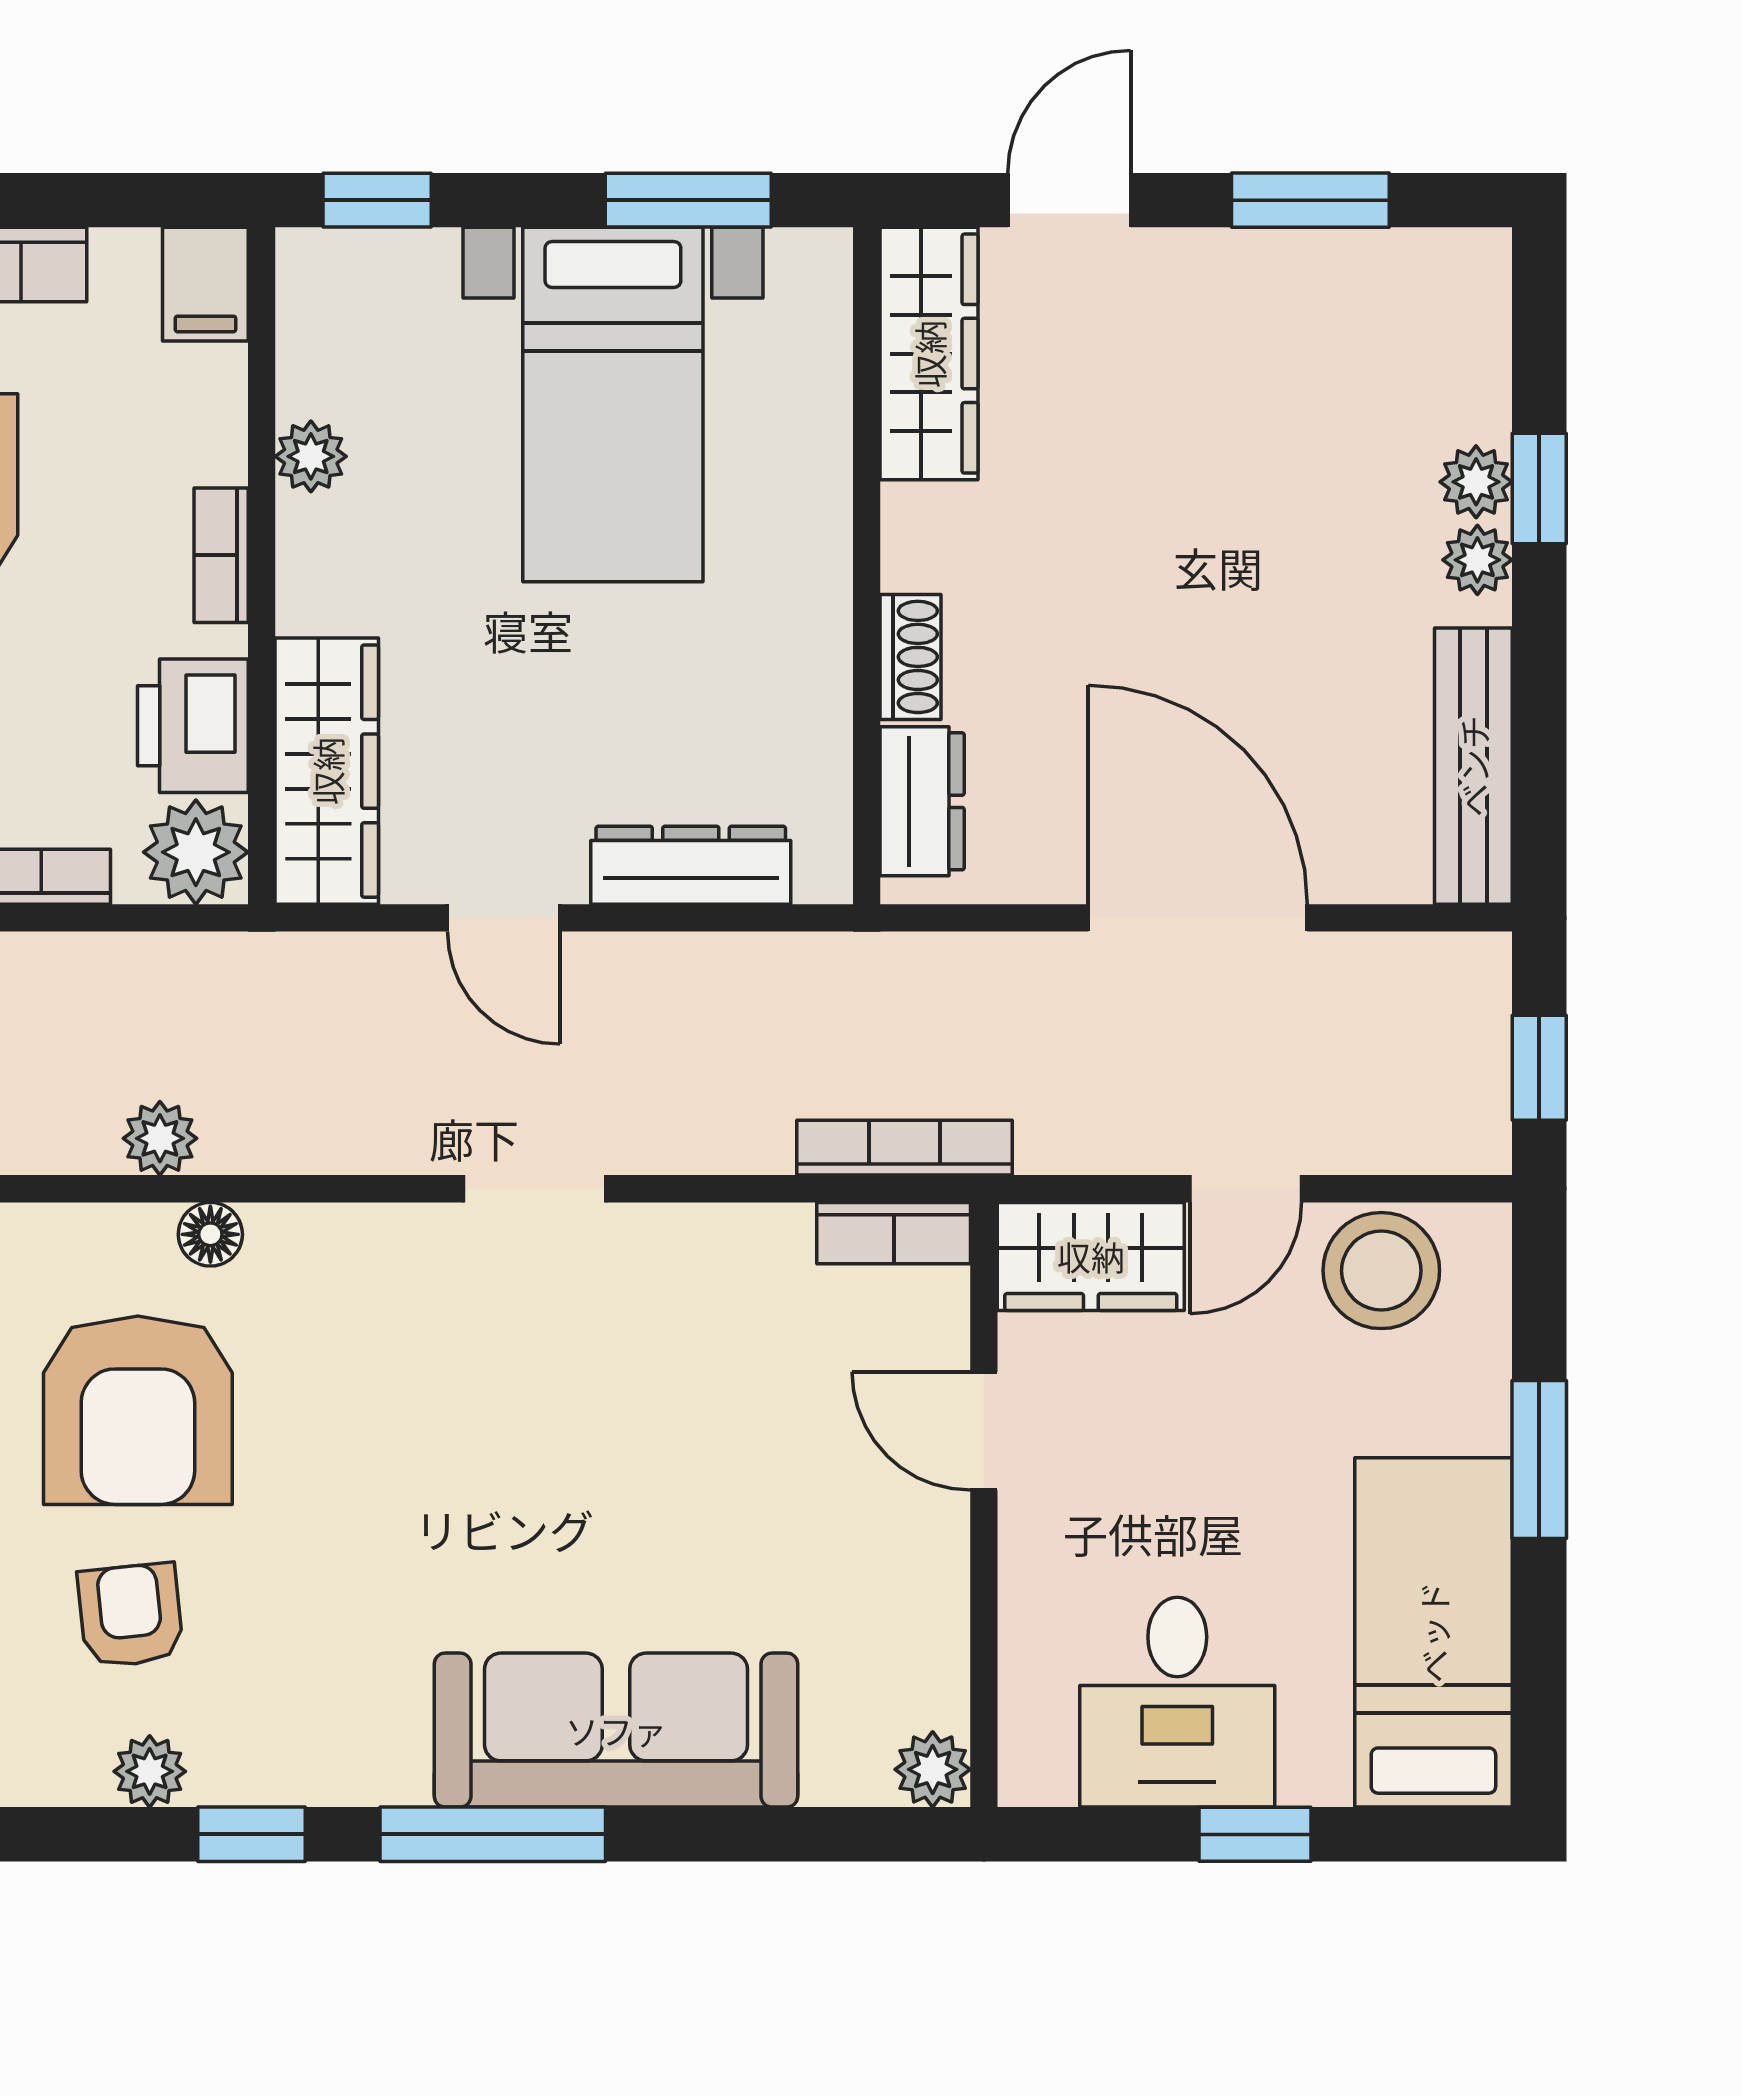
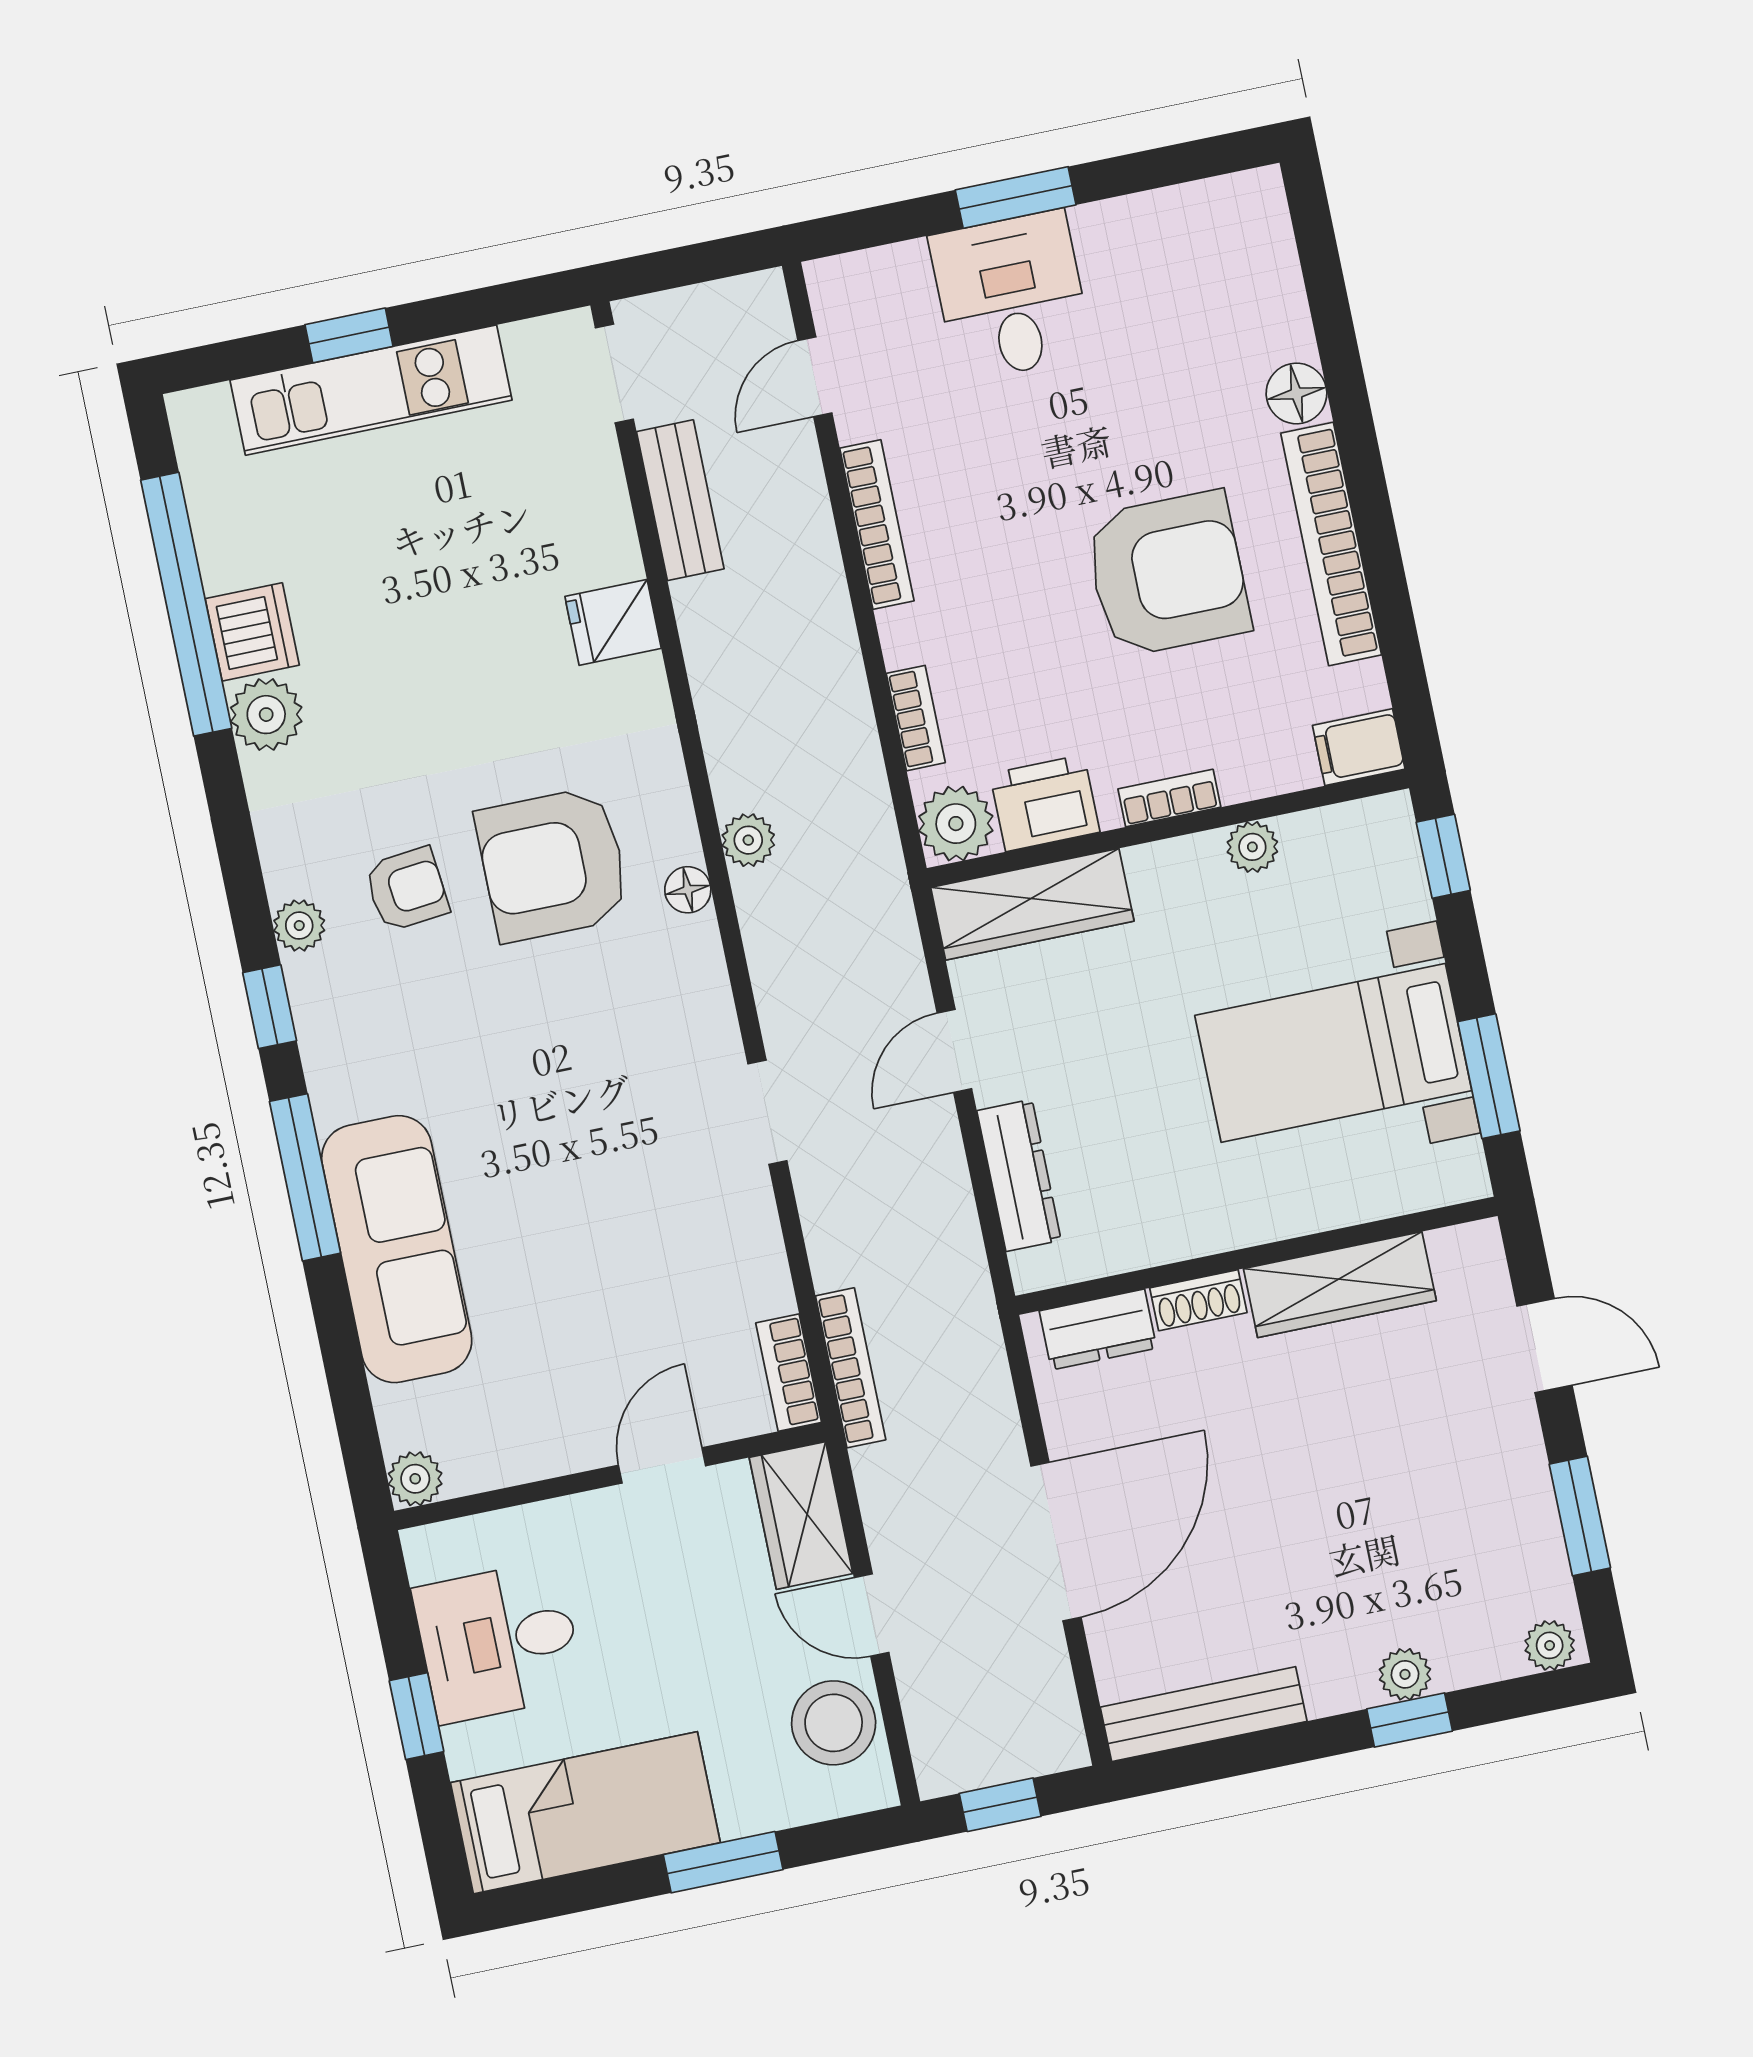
wardrobe: (929, 354) -> (1340, 1285), moved
plant: (1477, 560) -> (1550, 1645), moved

